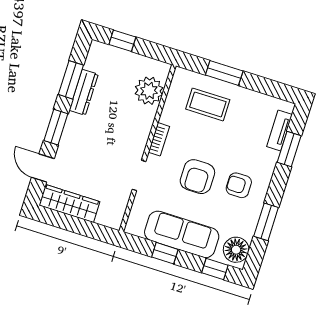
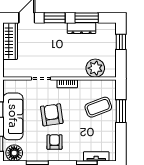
coffee table: (208, 104) -> (98, 107), turned 69
armchair: (197, 177) -> (52, 115), turned 82

